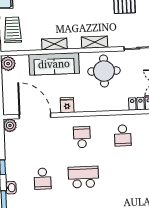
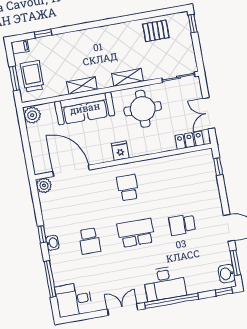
fridge: (67, 105) -> (120, 151), moved
school desk: (123, 135) -> (182, 225), moved, turned 90
washbasin: (11, 188) -> (52, 243), moved

